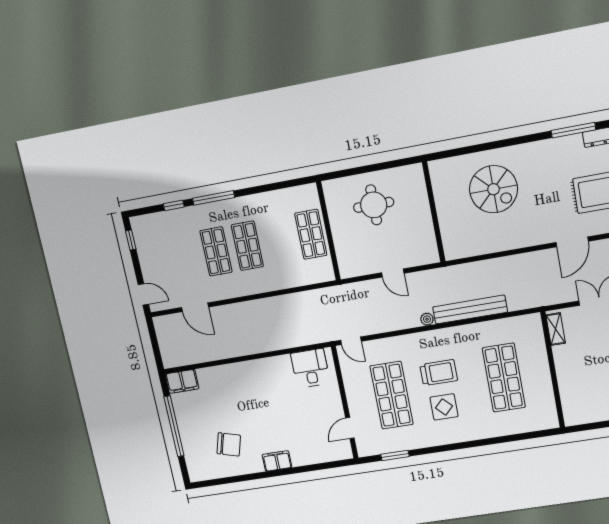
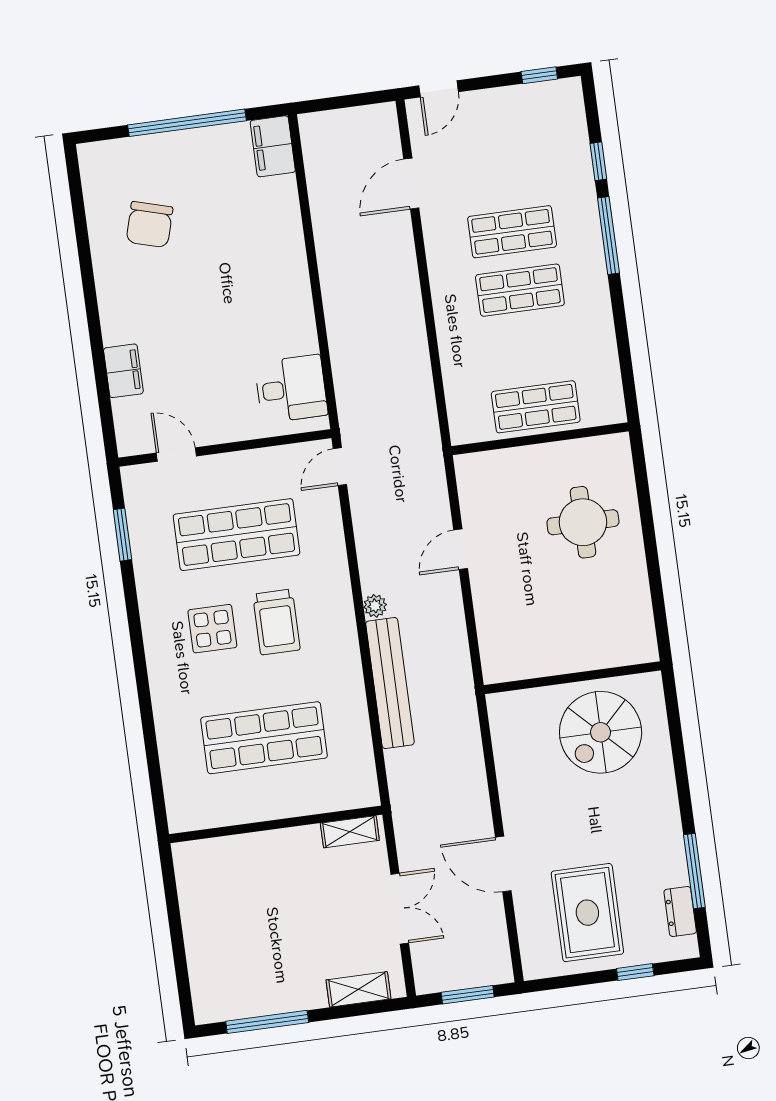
wall: (434, 212) -> (572, 678), moved
filing cabinet: (277, 461) -> (123, 371), moved

